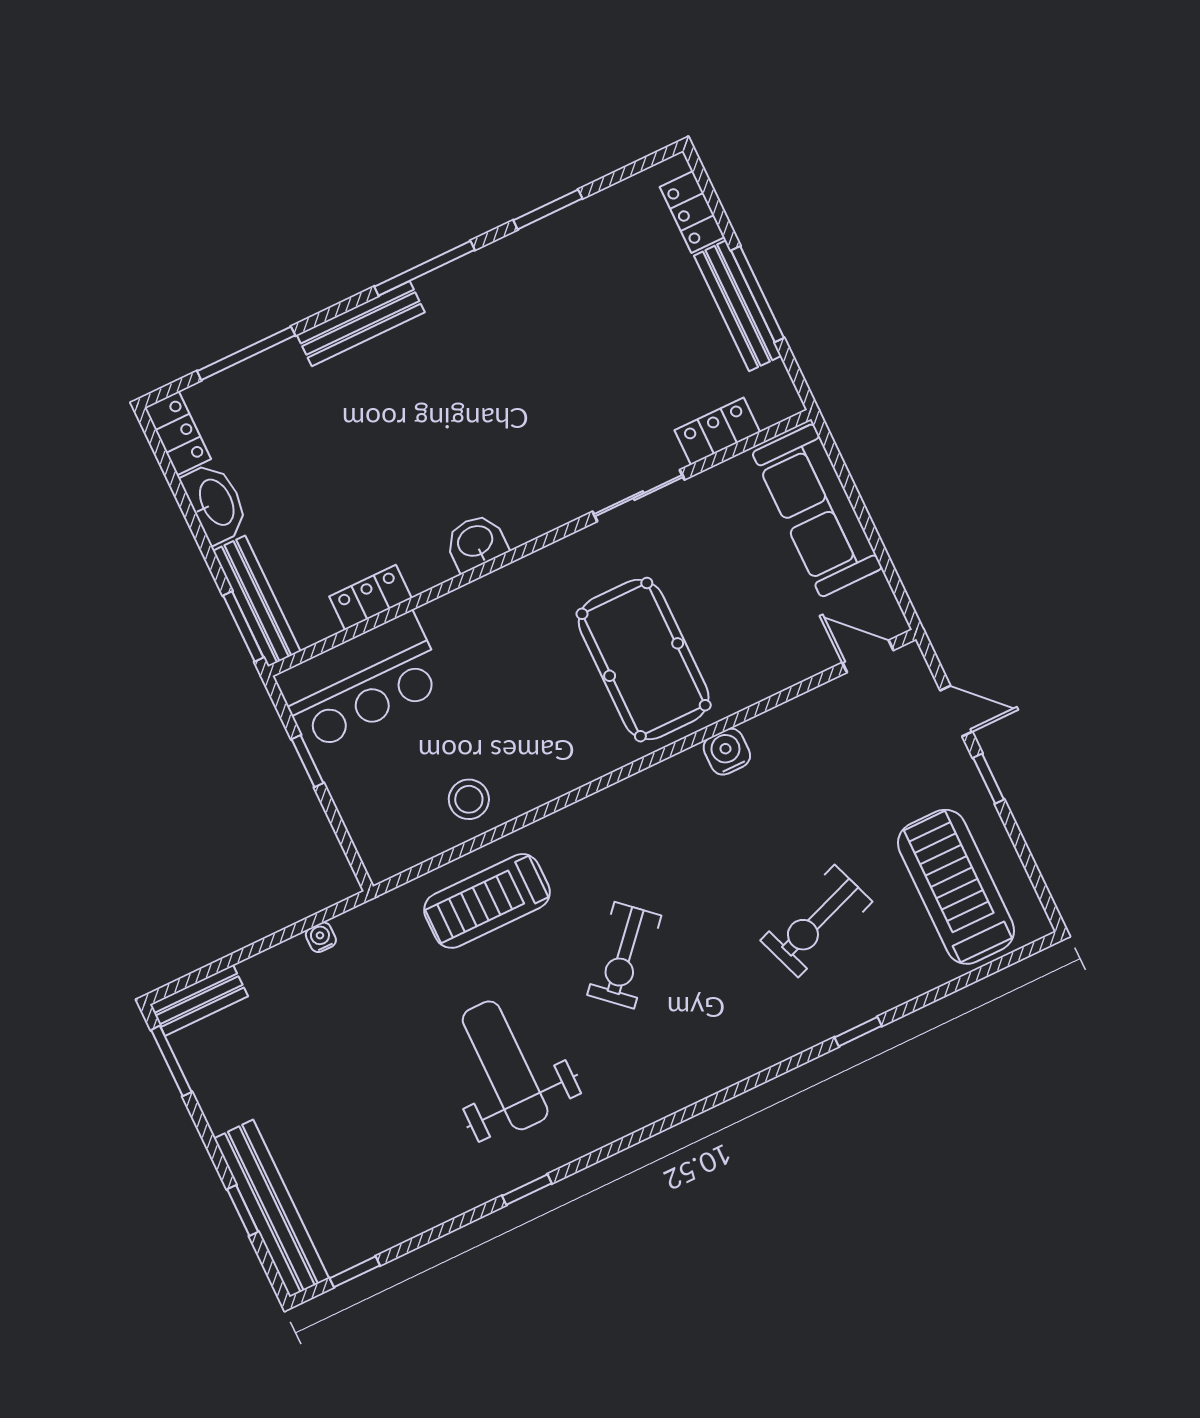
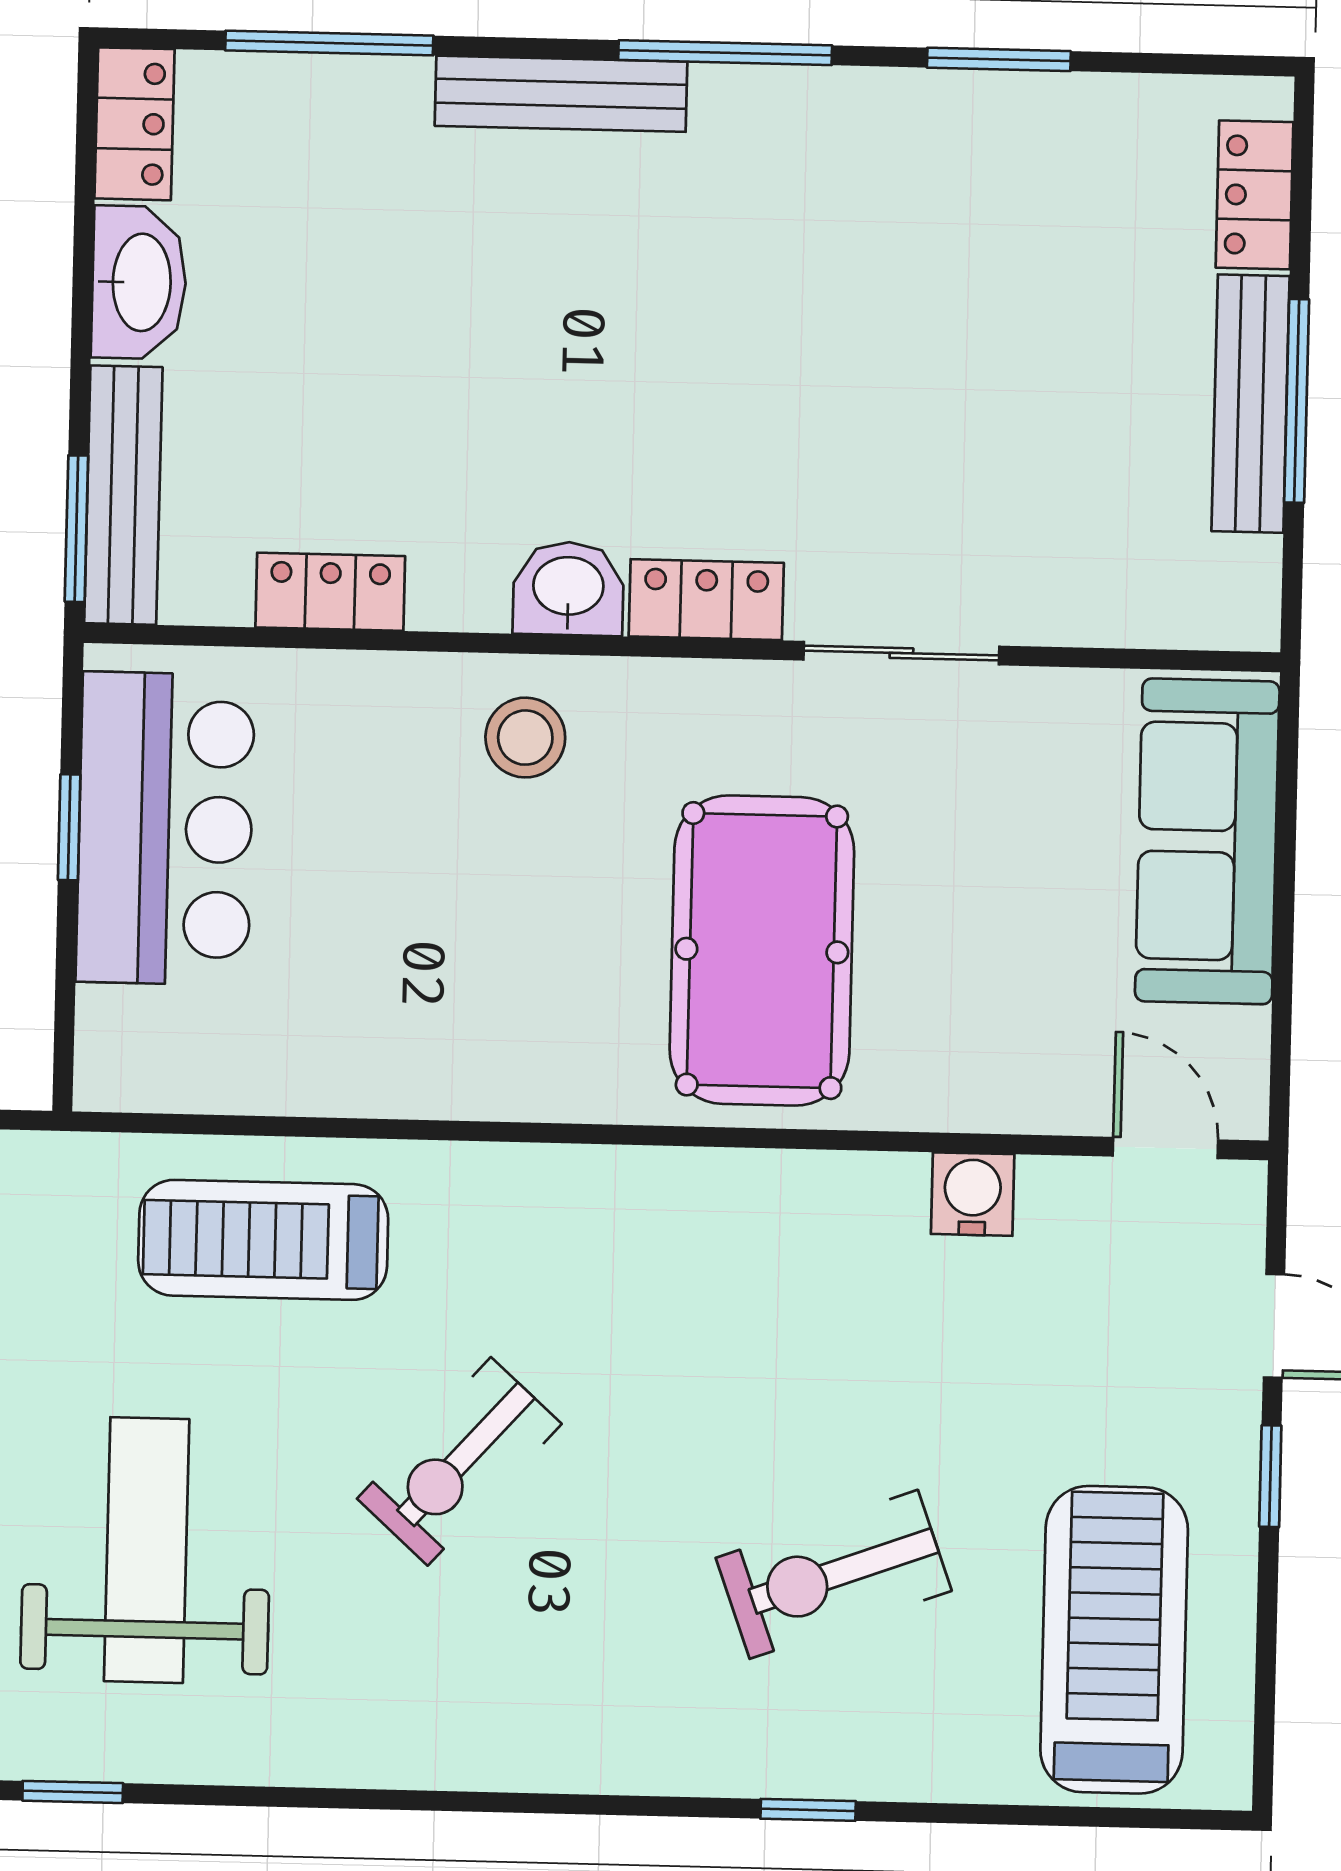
locker: (717, 431) -> (706, 600), moved
bar counter: (361, 681) -> (165, 828), moved, turned -90
water cooler: (727, 752) -> (973, 1194), moved
stool: (469, 799) -> (525, 738), moved

